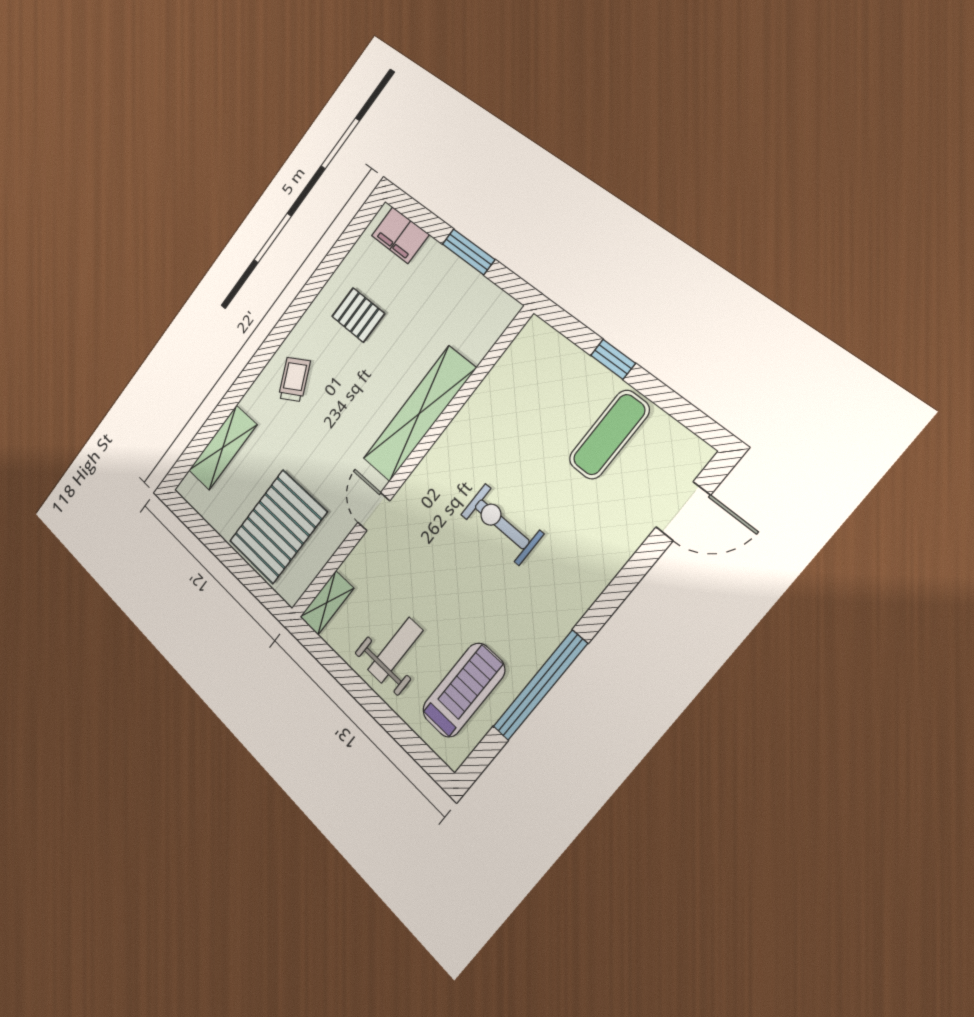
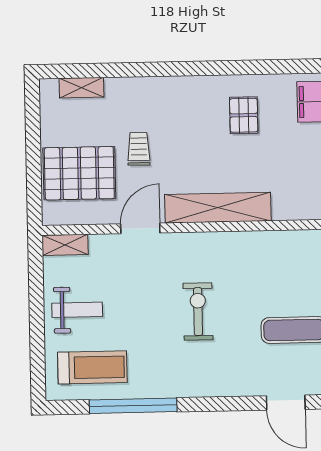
trolley: (294, 379) -> (139, 149), moved, turned -62
shelving: (223, 448) -> (81, 88), width x0.67, depth x0.75
door: (374, 512) -> (140, 228), width x1.38

